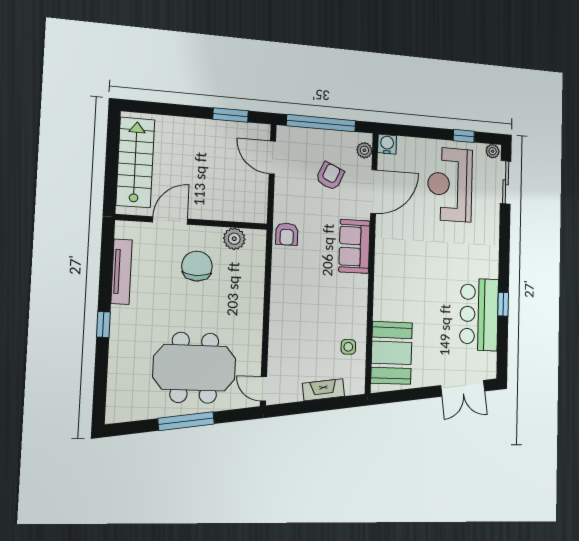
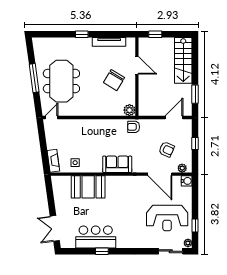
window: (321, 123) -> (195, 144), width x0.32
stairs: (135, 162) -> (183, 60), moved, turned 90
window: (111, 181) -> (155, 34), added
reception desk: (450, 184) -> (167, 218), turned 180
plant: (234, 239) -> (129, 110), moved
sofa: (354, 246) -> (117, 164), moved
chair: (197, 266) -> (114, 80), turned 121
booth: (392, 353) -> (88, 187), moved
fireplace: (323, 390) -> (53, 161), moved

